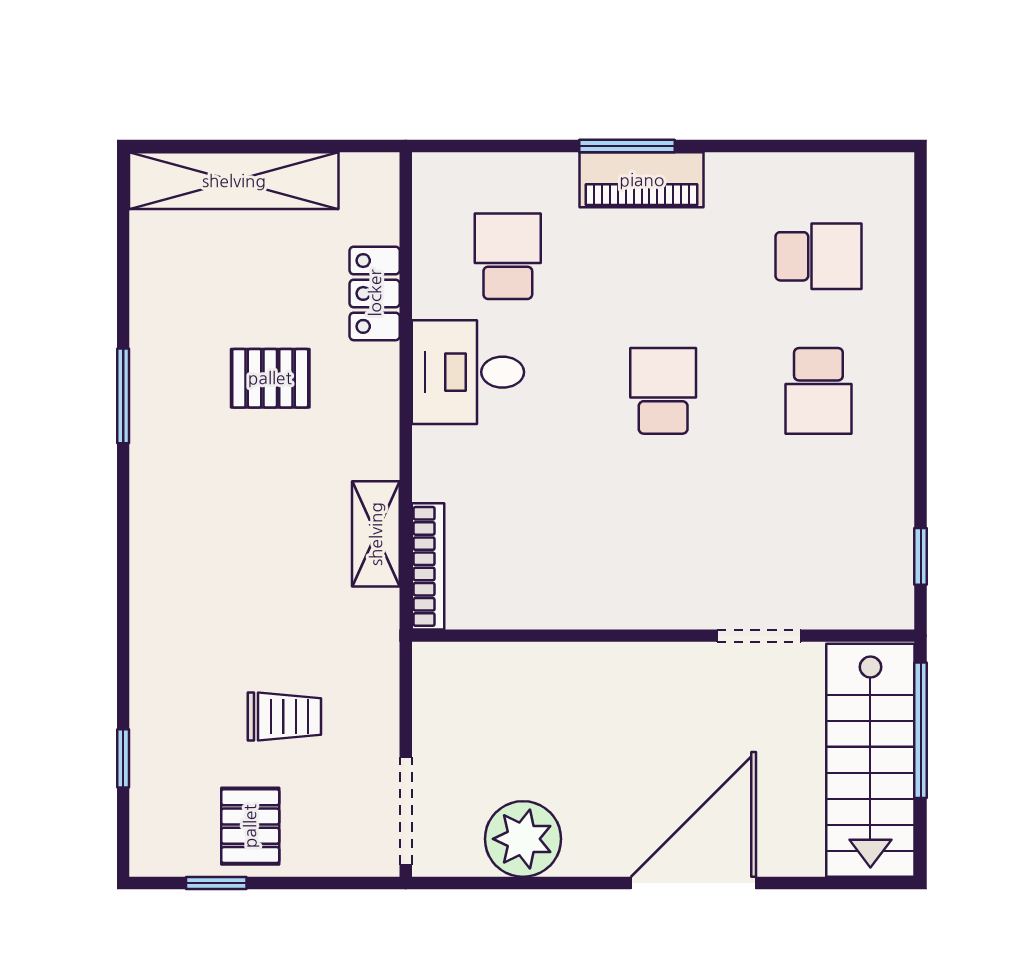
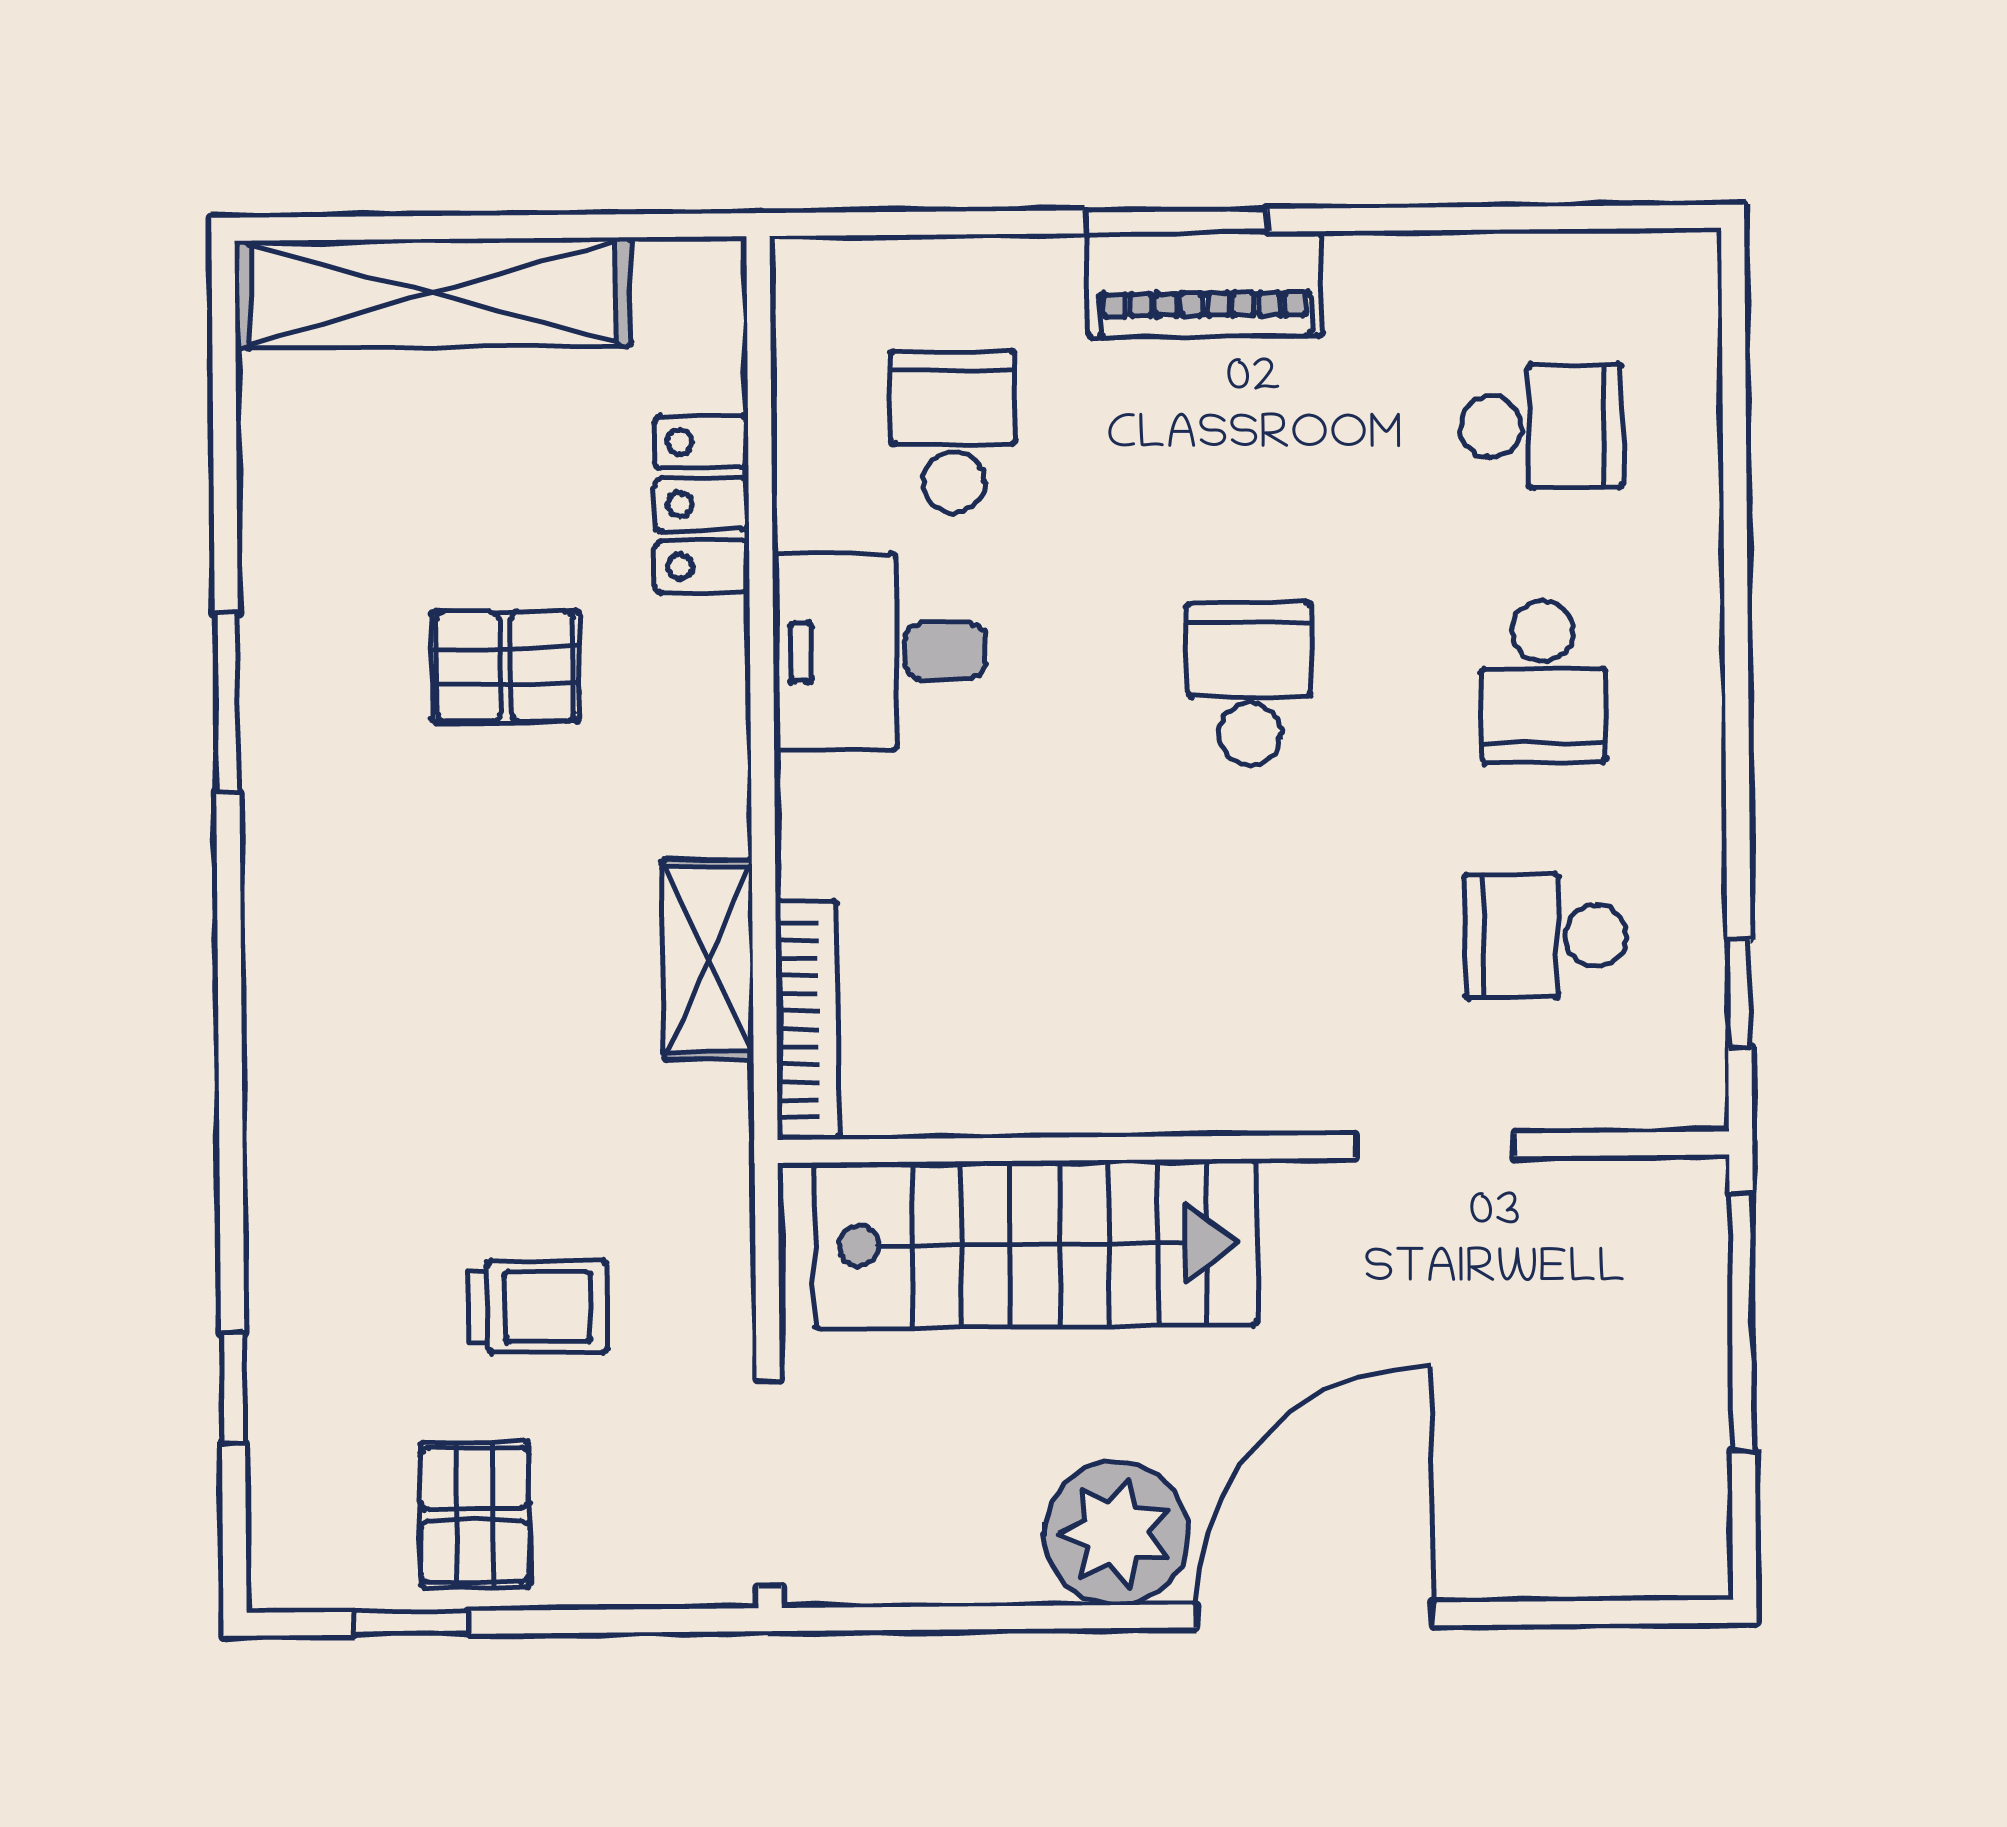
school desk: (818, 525) -> (1546, 936), added
stairs: (870, 760) -> (1036, 1244), moved, turned -90
plant: (523, 839) -> (1116, 1533), moved

